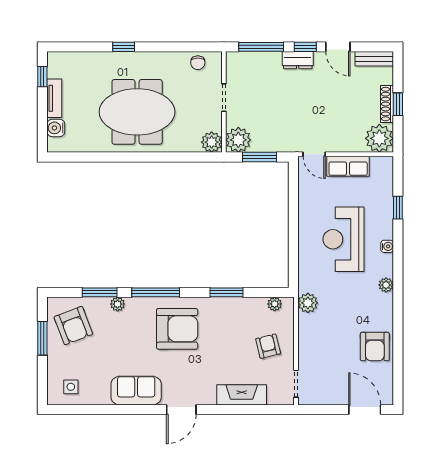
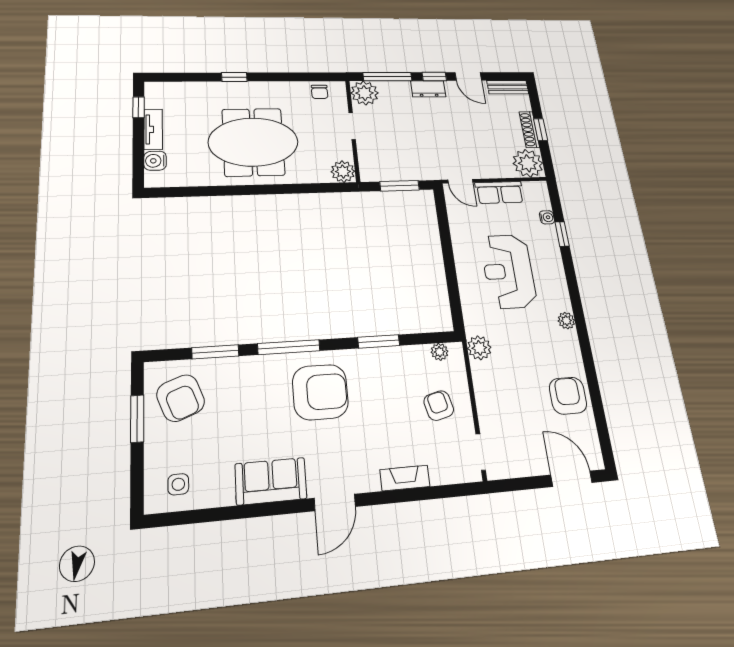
plant: (238, 140) -> (365, 93), moved
water cooler: (387, 246) -> (547, 217), moved
plant: (118, 304) -> (240, 365), removed
armchair: (375, 347) -> (568, 396), turned 180
fireplace: (242, 395) -> (405, 478), width x0.73, depth x0.76

